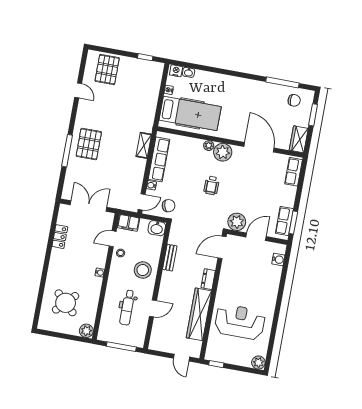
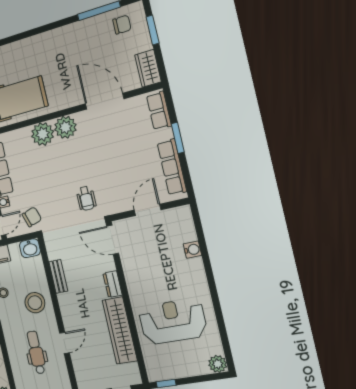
plant: (209, 146) -> (43, 134), width x1.87, depth x1.87
wheelchair: (212, 185) -> (86, 198), moved
row of seats: (284, 221) -> (172, 167), width x1.48
plant: (237, 222) -> (117, 202), removed
window: (293, 222) -> (178, 138), moved
door: (222, 247) -> (113, 240), hinge flipped
water cooler: (278, 259) -> (192, 250), moved
dental chair: (127, 308) -> (36, 352), turned 180

